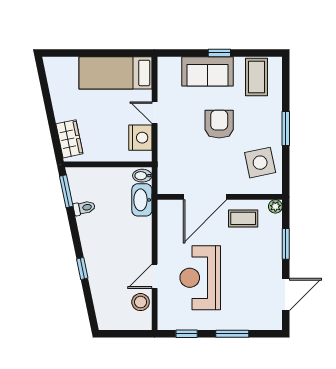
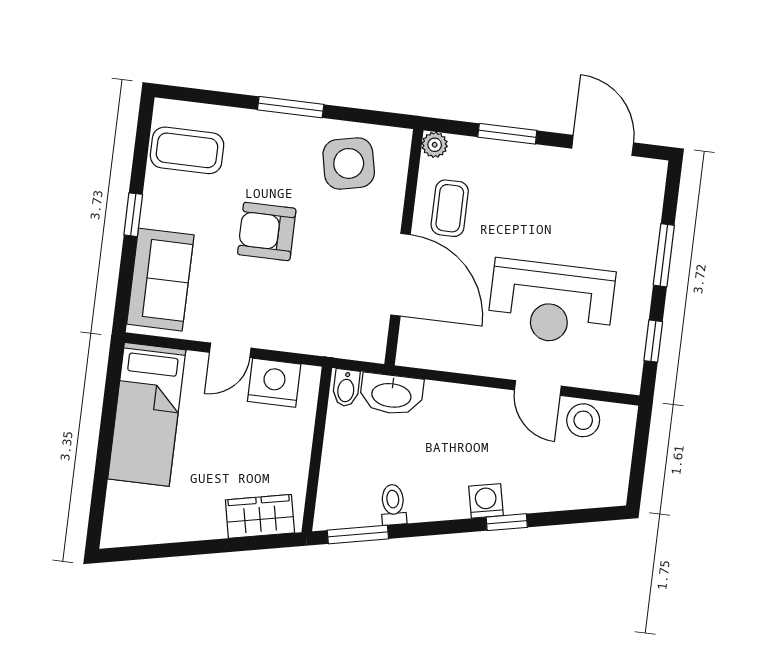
sofa: (208, 71) -> (160, 280), moved
washing machine: (92, 256) -> (486, 501), added

